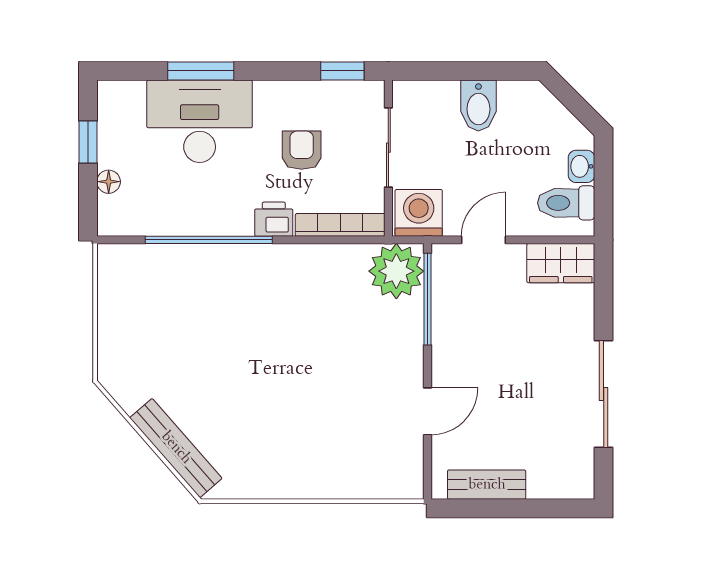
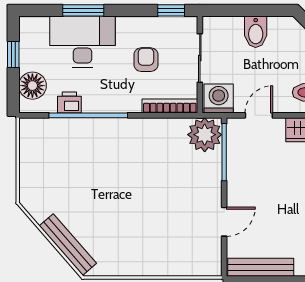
floor lamp: (109, 182) -> (32, 86), width x1.89, depth x1.89
printer: (274, 219) -> (69, 102), moved
bench: (487, 485) -> (261, 267), width x1.36

